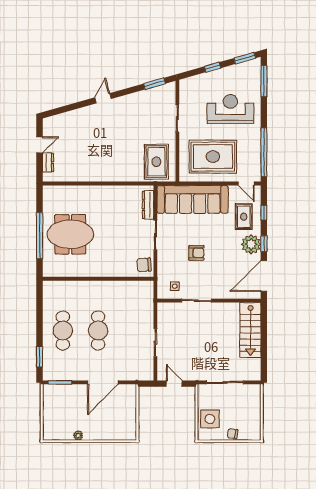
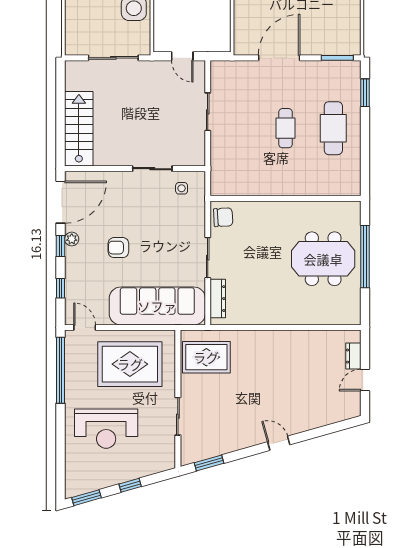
window: (264, 81) -> (61, 466), removed
door: (103, 98) -> (279, 443), swing flipped
rug: (156, 162) -> (206, 357), turned 90
rug: (244, 217) -> (88, 283), removed
plant: (251, 244) -> (72, 239), width x0.53, depth x0.53
armchair: (196, 253) -> (118, 248), moved
cafe table: (98, 331) -> (285, 128), width x0.73, depth x0.74

